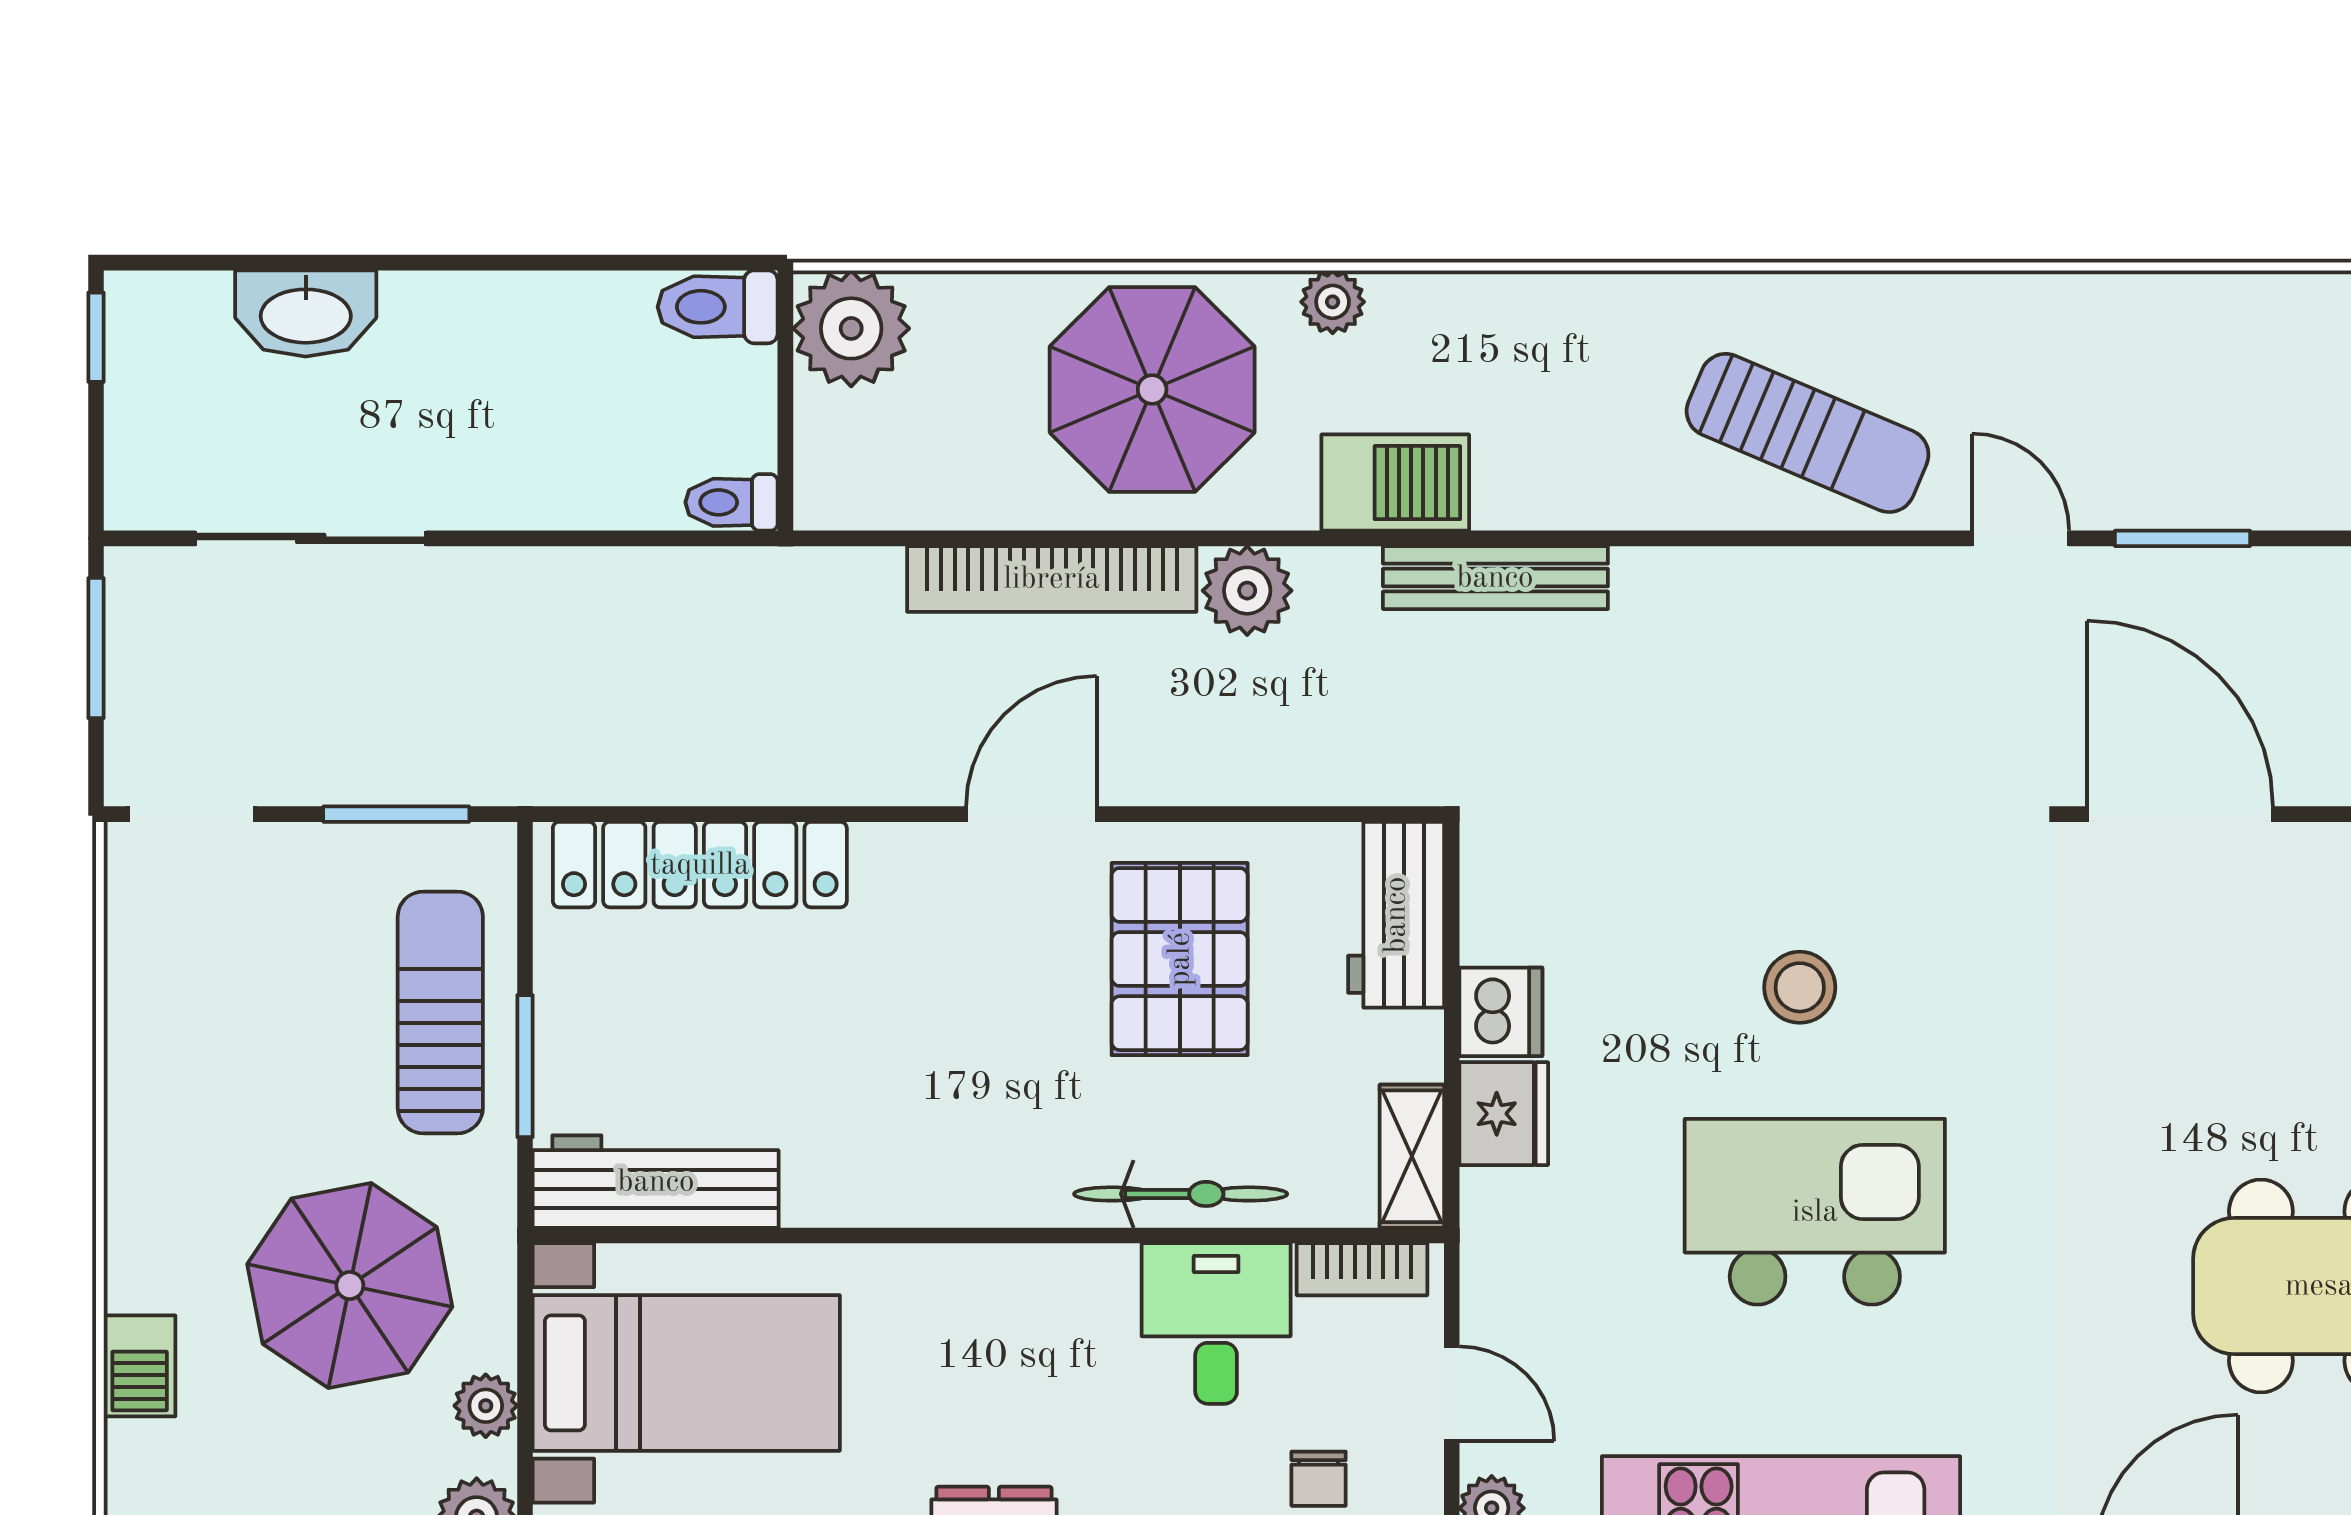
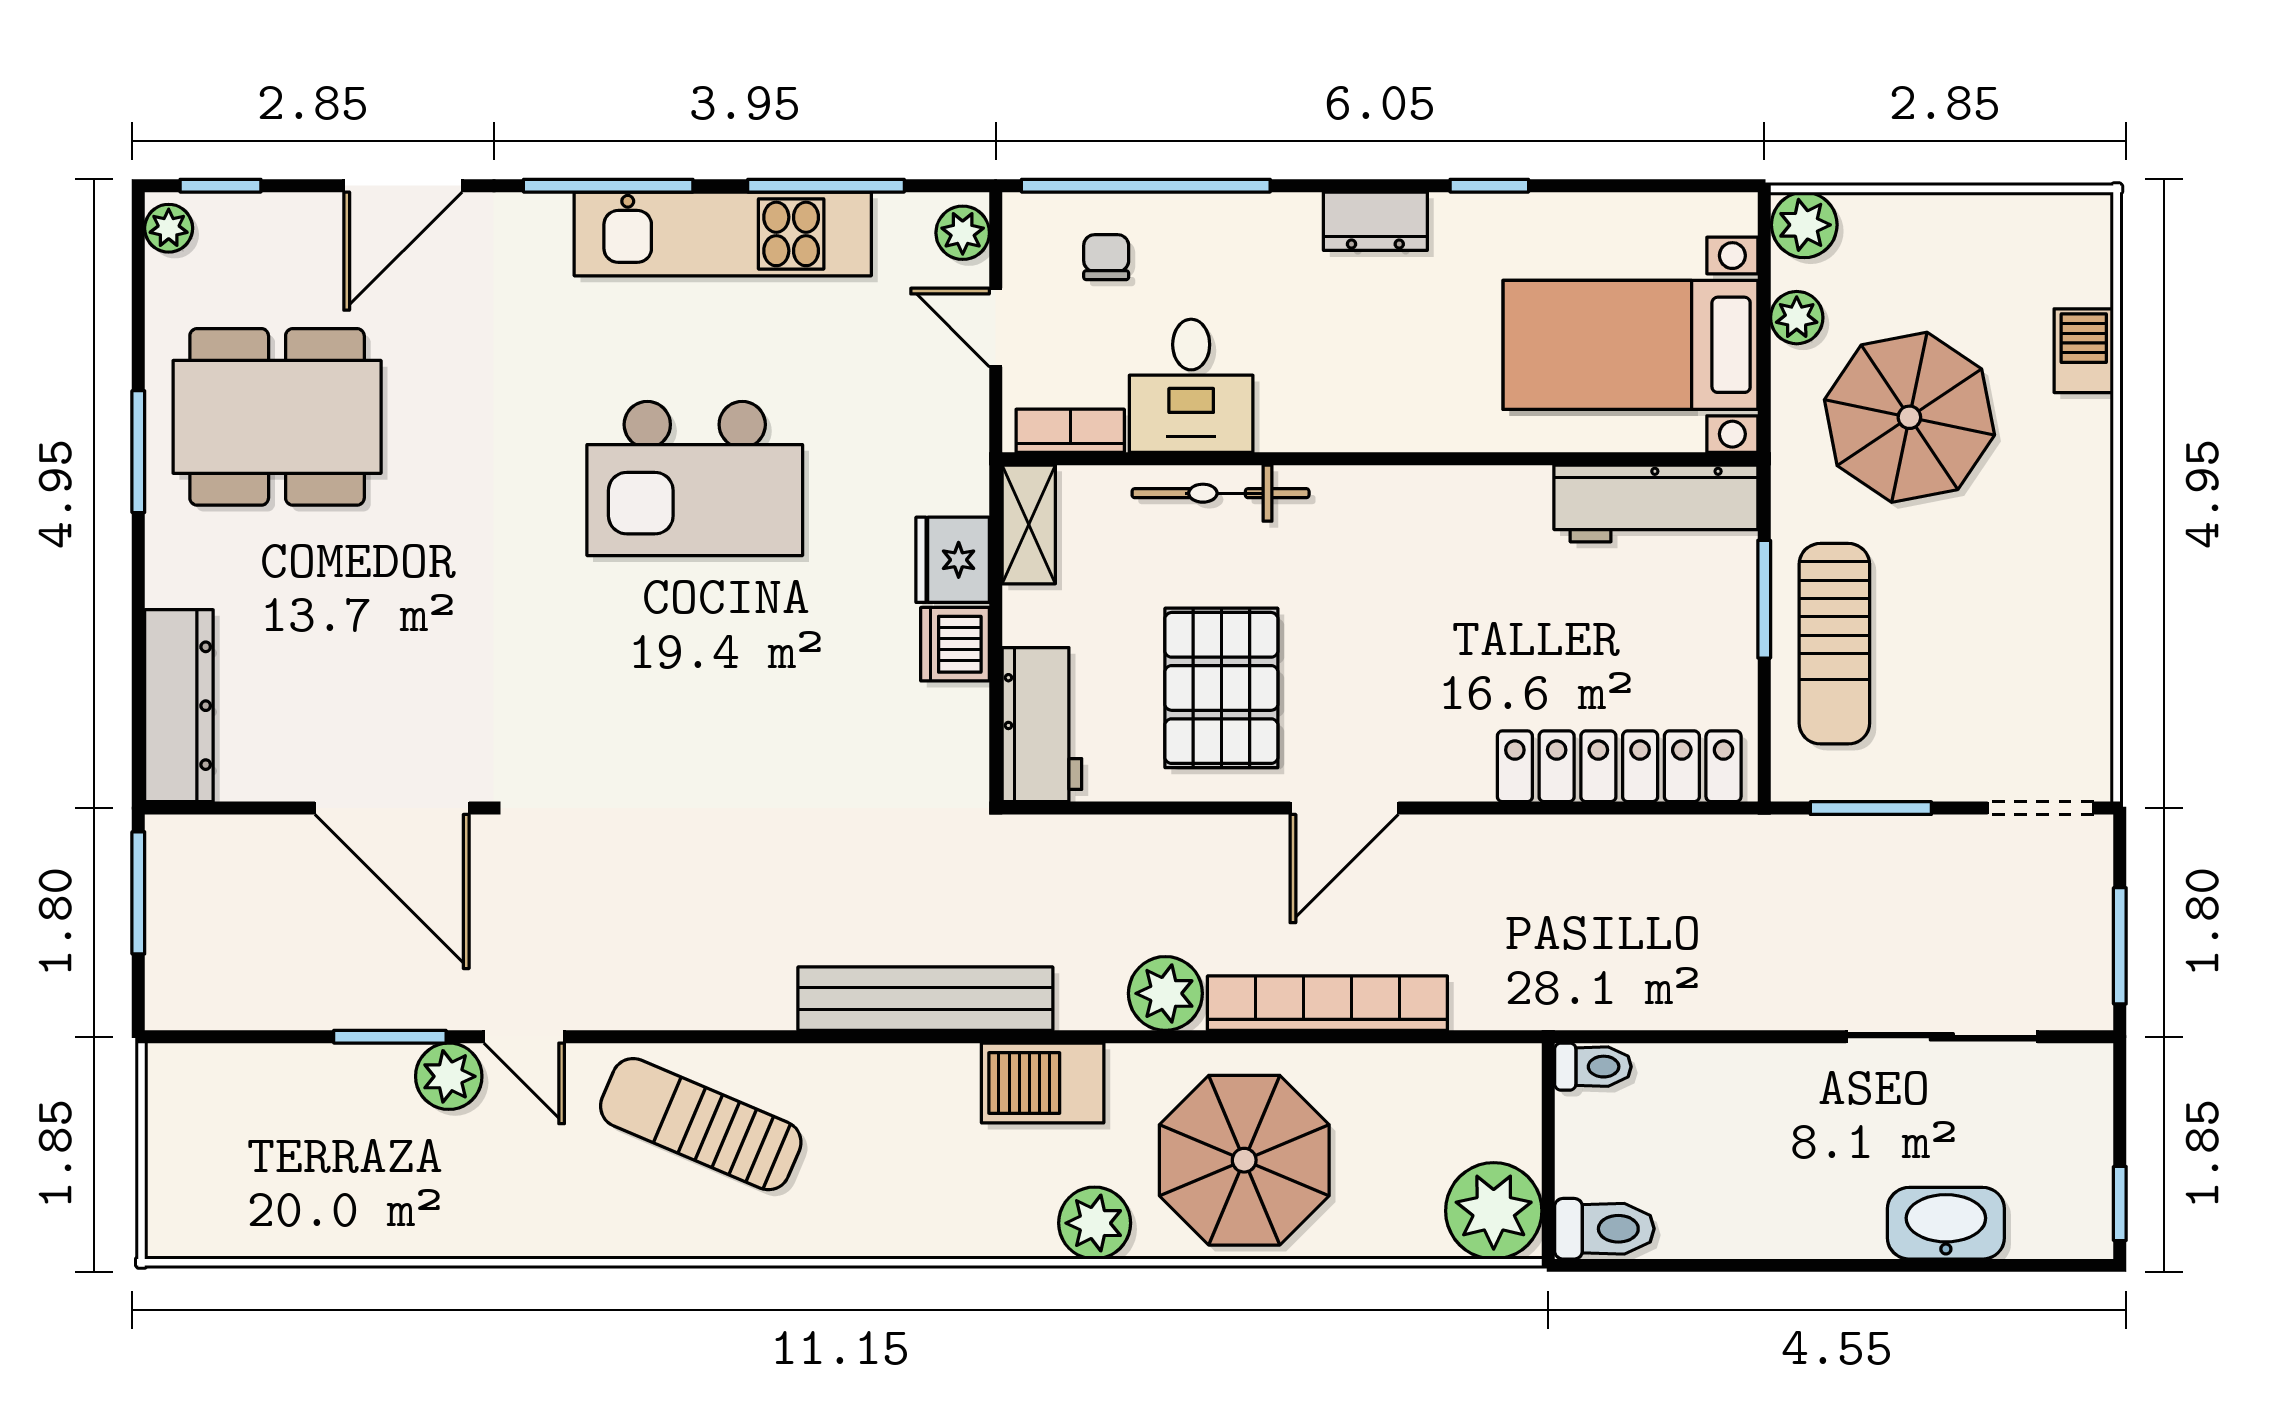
plant: (1333, 302) -> (1095, 1223), width x1.38, depth x1.38
plant: (2111, 491) -> (449, 1076), added
bench: (1495, 578) -> (925, 999), width x1.37, depth x1.21
stool: (1800, 987) -> (707, 665), removed

